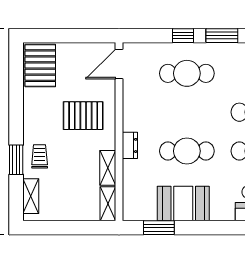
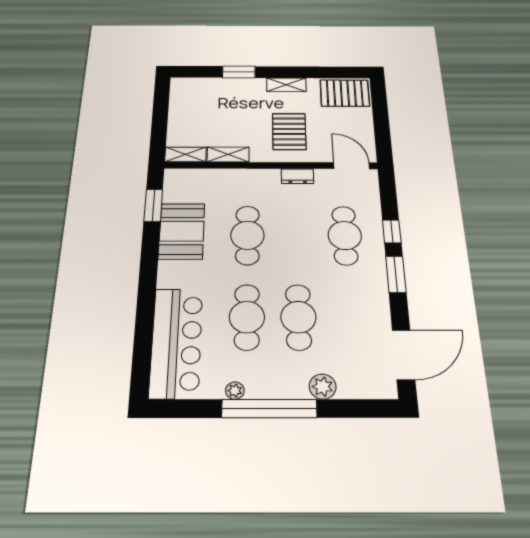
dresser: (130, 145) -> (297, 176), moved
trolley: (40, 156) -> (242, 92), removed
shelving: (31, 196) -> (286, 85), moved

